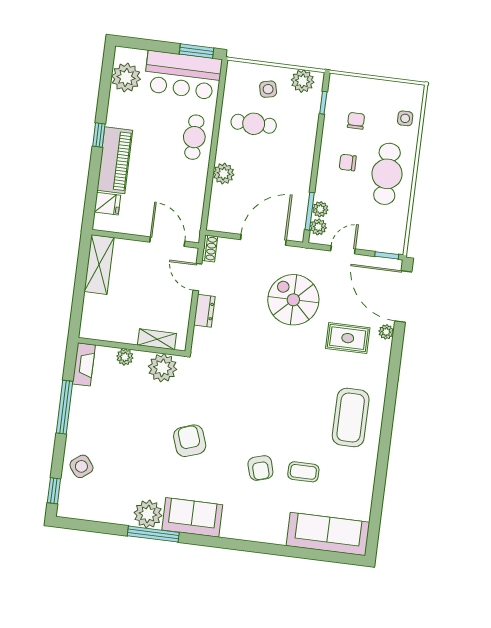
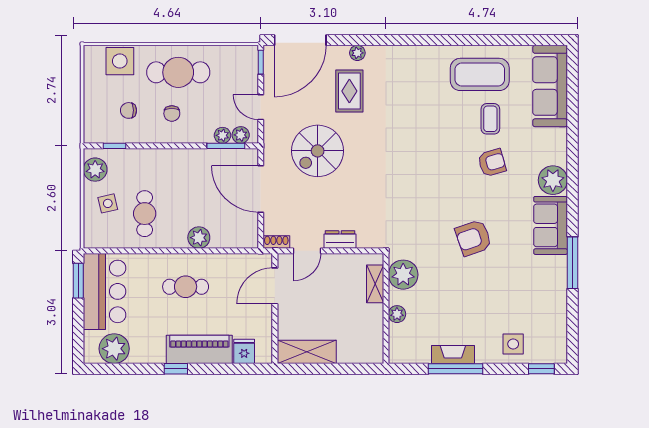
side table: (405, 118) -> (120, 61), width x1.87, depth x1.87
cafe table: (194, 137) -> (186, 287), moved
plant: (386, 332) -> (357, 53), moved
fireplace: (84, 364) -> (453, 355), moved
coffee table: (351, 418) -> (480, 74), moved
side table: (81, 466) -> (513, 344), turned 38
plant: (148, 514) -> (553, 180), moved

